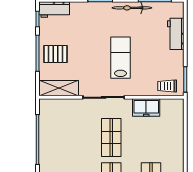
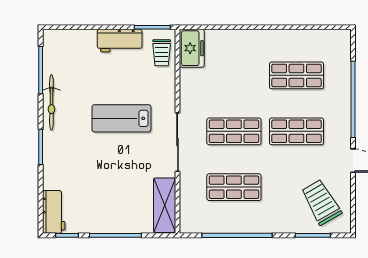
workbench: (176, 34) -> (120, 41), moved
pallet: (56, 54) -> (117, 210), removed
freezer: (146, 108) -> (192, 48), moved
shop shelf: (72, 137) -> (234, 187), added

